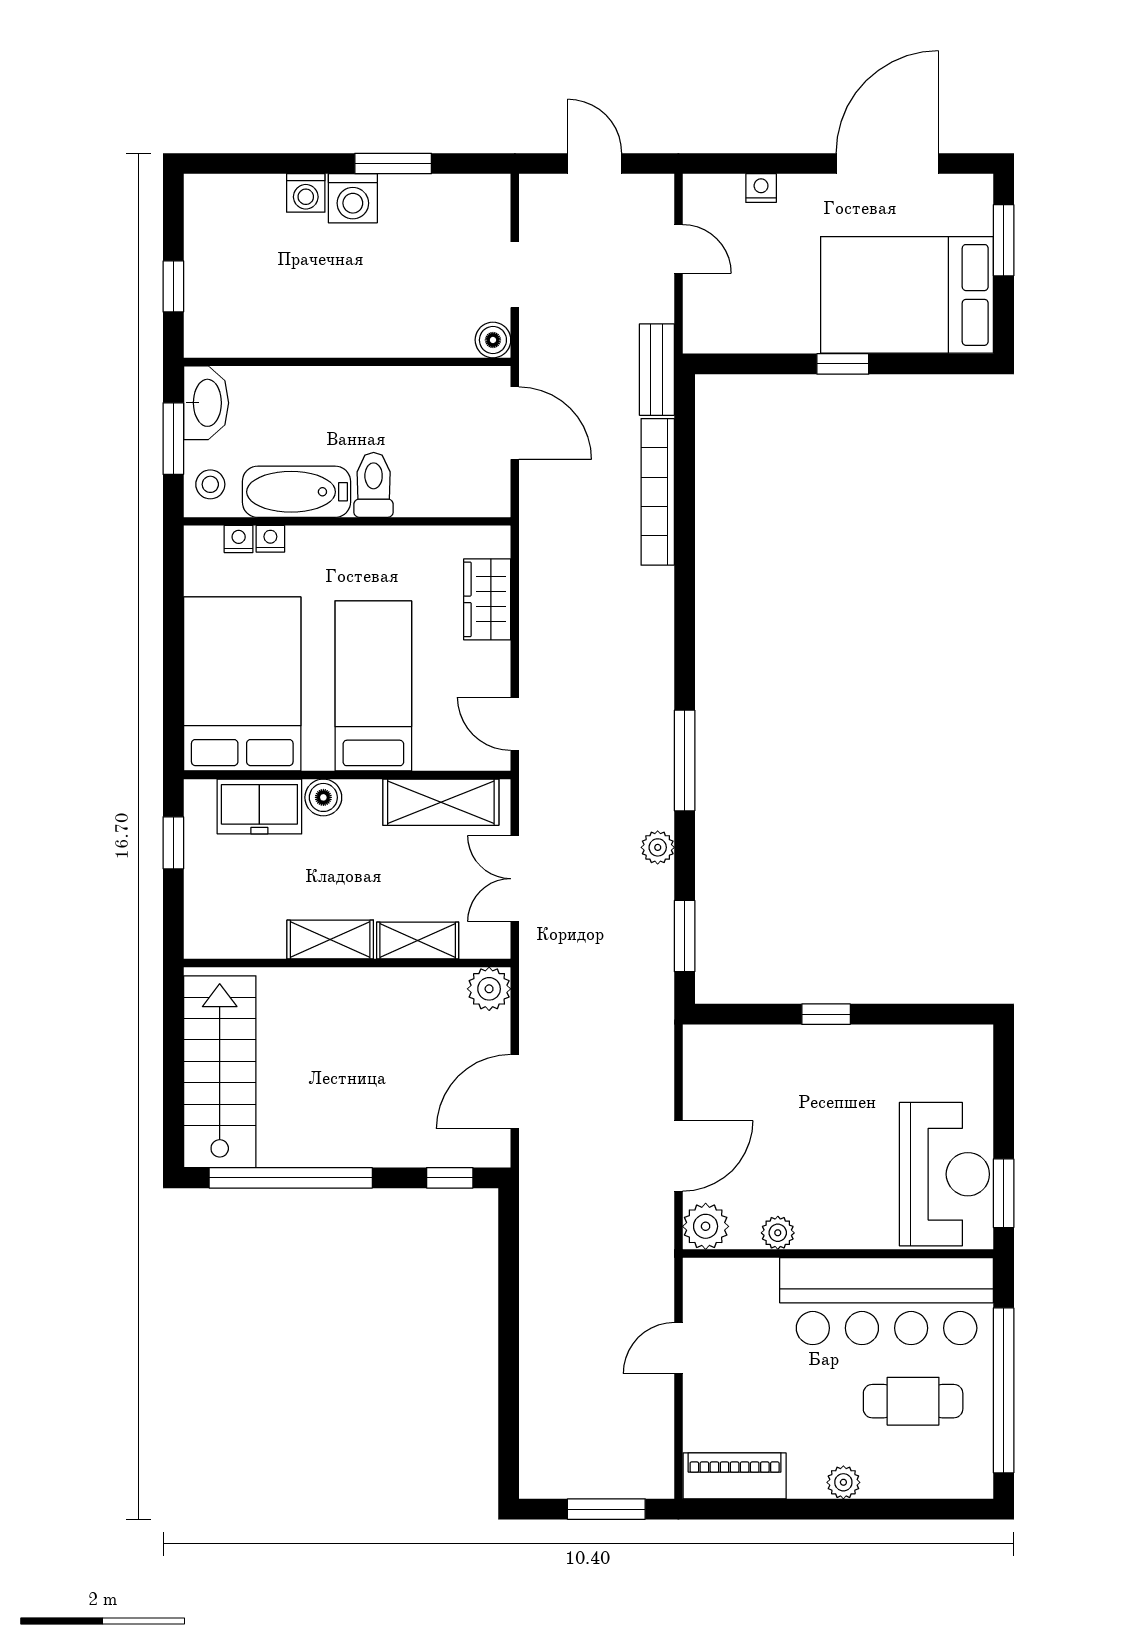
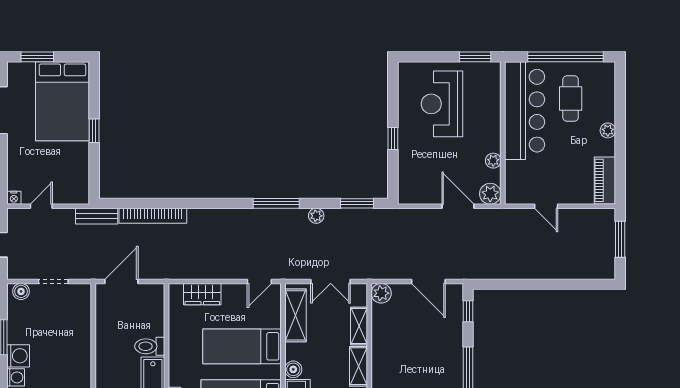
nightstand: (761, 188) -> (14, 198), moved, turned -90
boiler: (493, 340) -> (21, 291), moved
reception desk: (944, 1174) -> (442, 104), moved, turned -90

